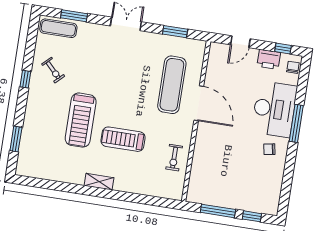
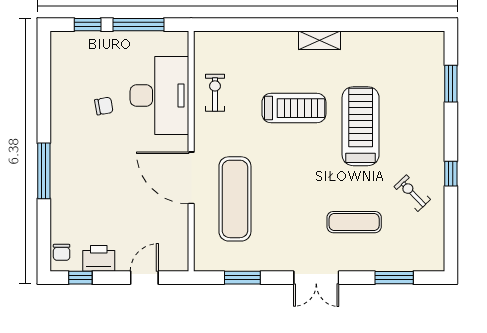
exercise mat: (58, 28) -> (354, 222), moved
desk: (274, 109) -> (159, 96), moved, turned 180
chair: (269, 149) -> (104, 106), moved

